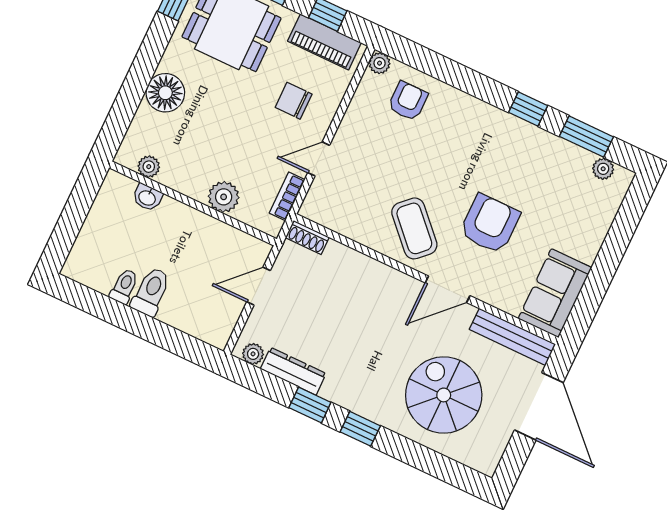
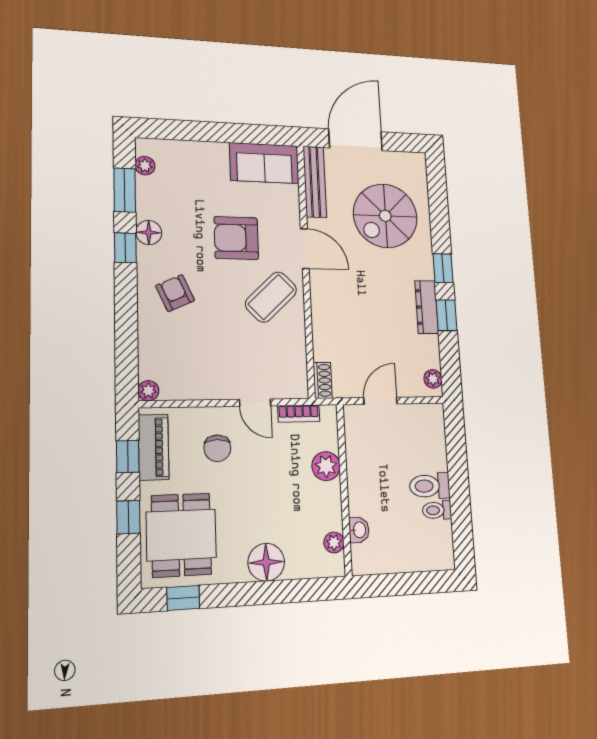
armchair: (408, 101) -> (175, 293), moved, turned 66
floor lamp: (533, 139) -> (149, 233), added
door: (259, 286) -> (380, 401), swing flipped
dresser: (293, 371) -> (427, 307), moved

